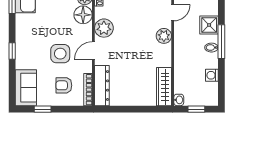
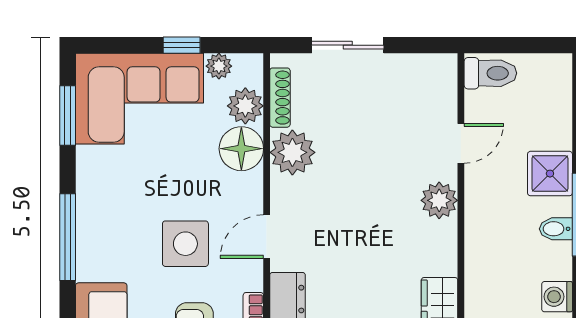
plant: (104, 28) -> (292, 152), moved
window: (12, 51) -> (68, 237), width x2.17

